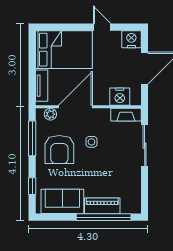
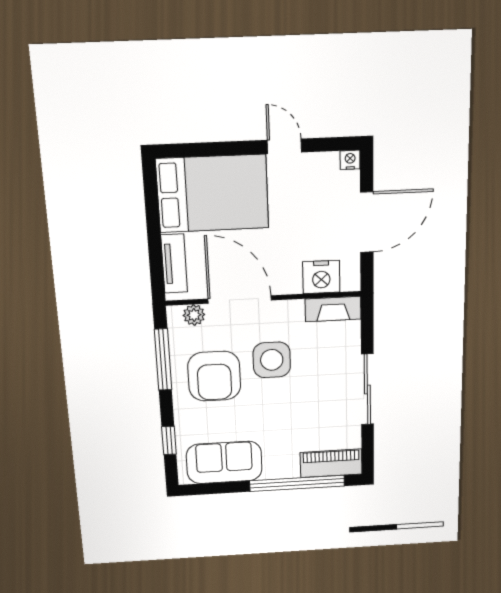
nightstand: (131, 39) -> (350, 160), width x0.53, depth x0.56
door: (75, 107) -> (240, 300), hinge flipped
side table: (91, 142) -> (272, 360), width x1.87, depth x1.87
sliding door: (145, 146) -> (367, 390), moved
piano: (102, 206) -> (331, 463), moved

